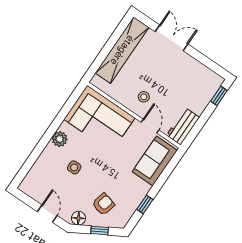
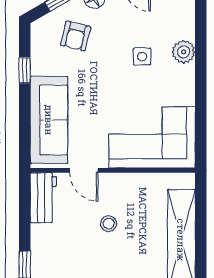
stool: (144, 97) -> (109, 224), moved
plant: (60, 139) -> (184, 52), moved
sofa: (155, 161) -> (49, 120), width x1.36

